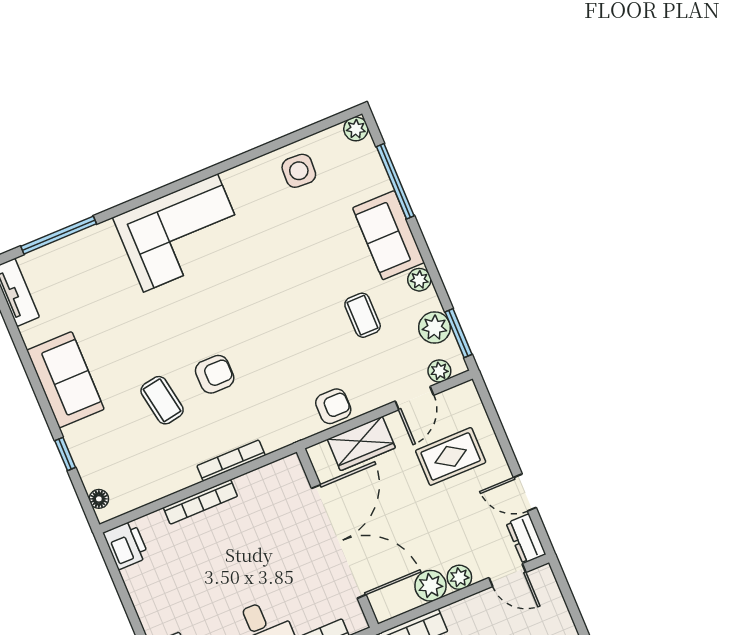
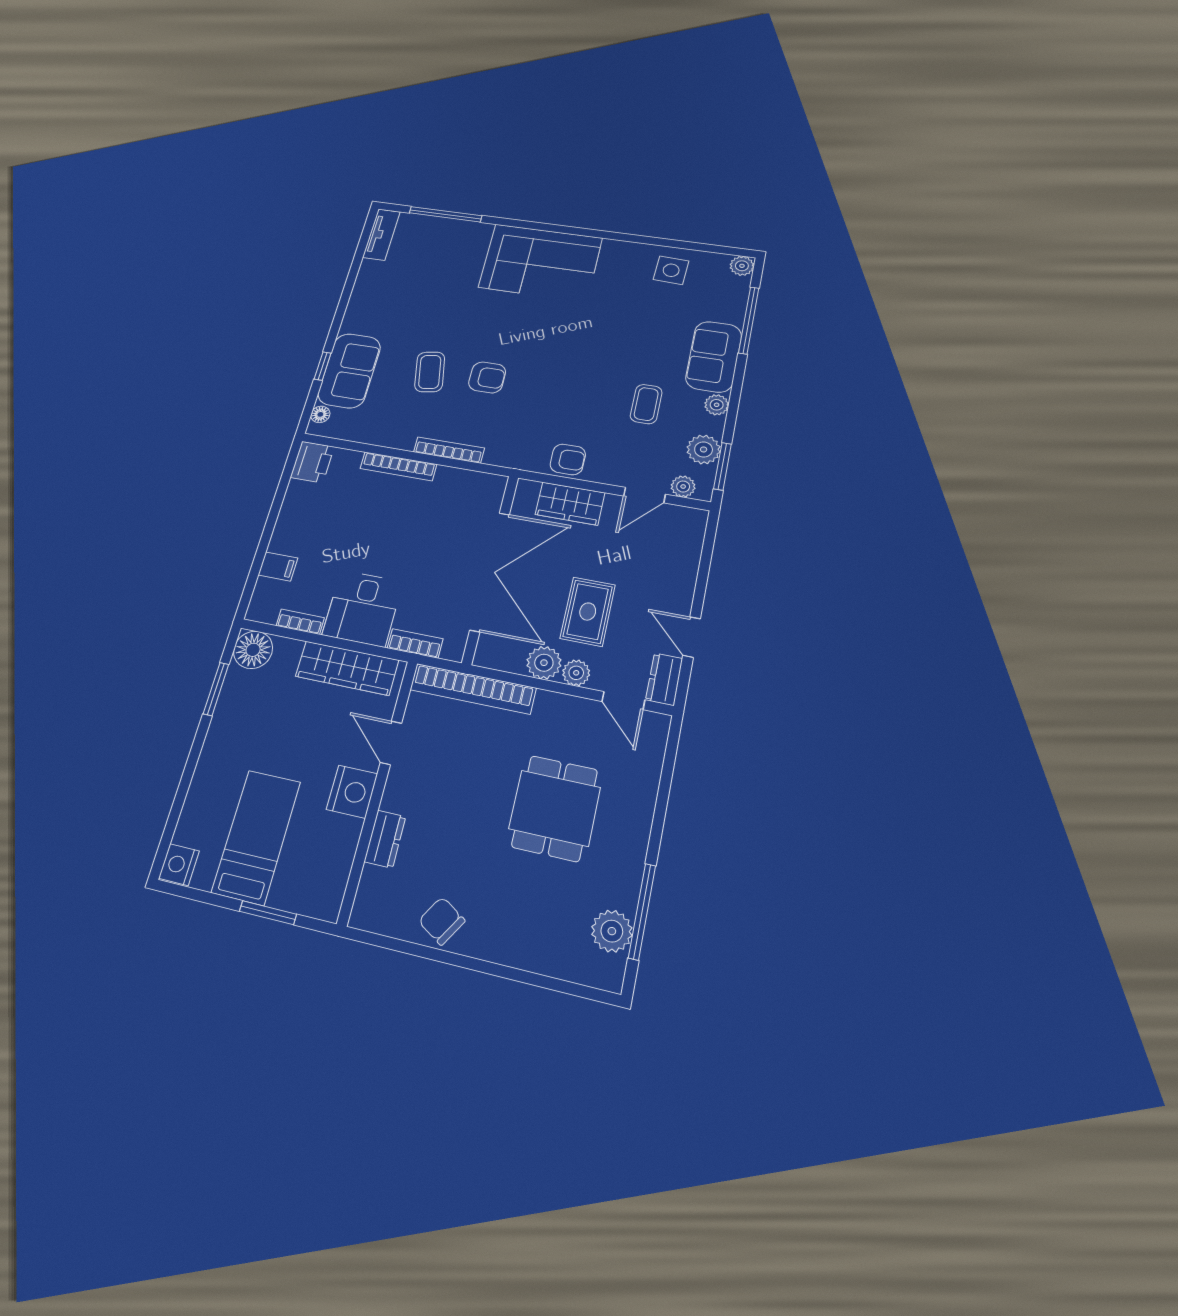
sofa: (65, 380) -> (349, 371), moved
rug: (451, 456) -> (588, 612), moved, turned 90

